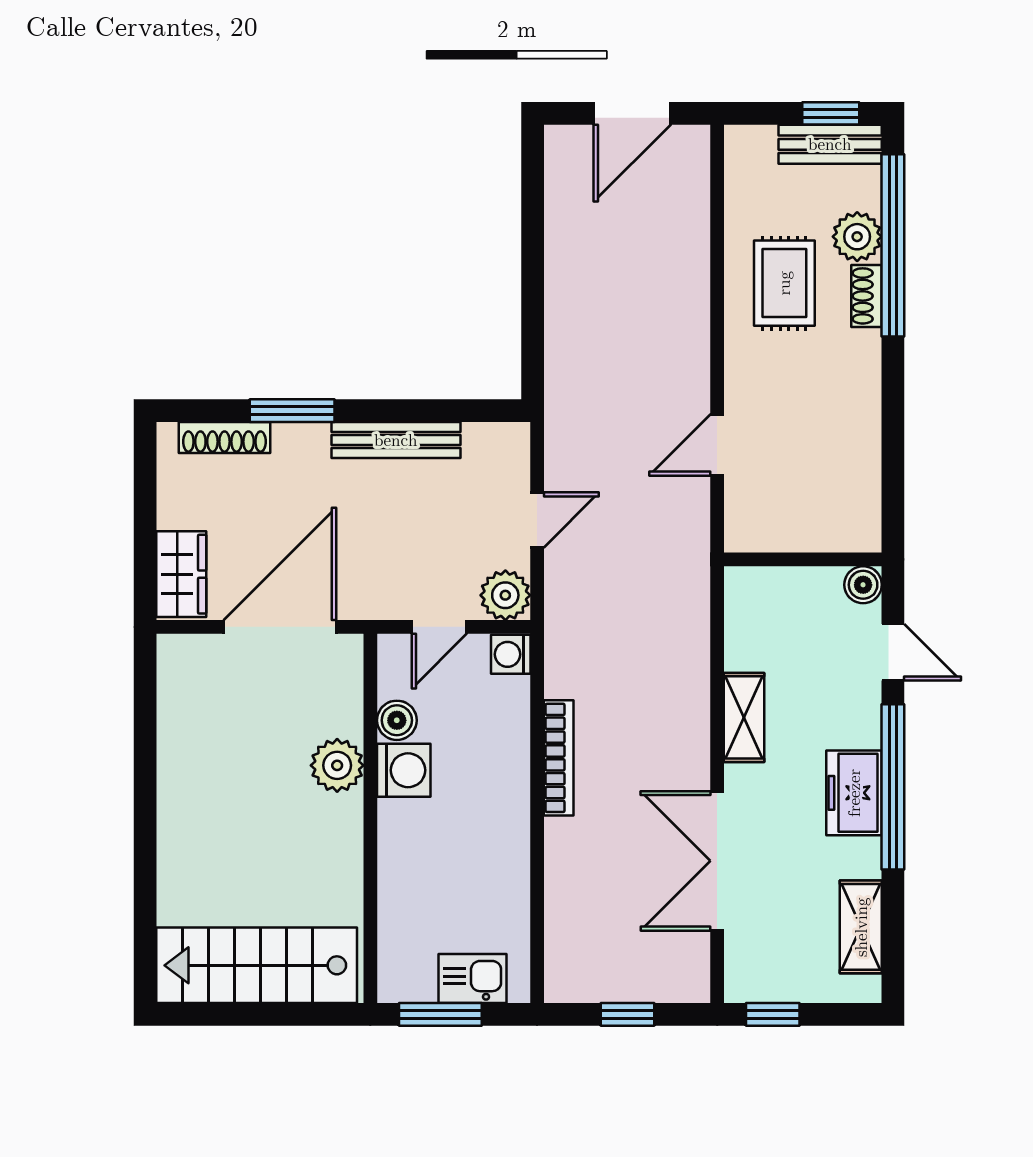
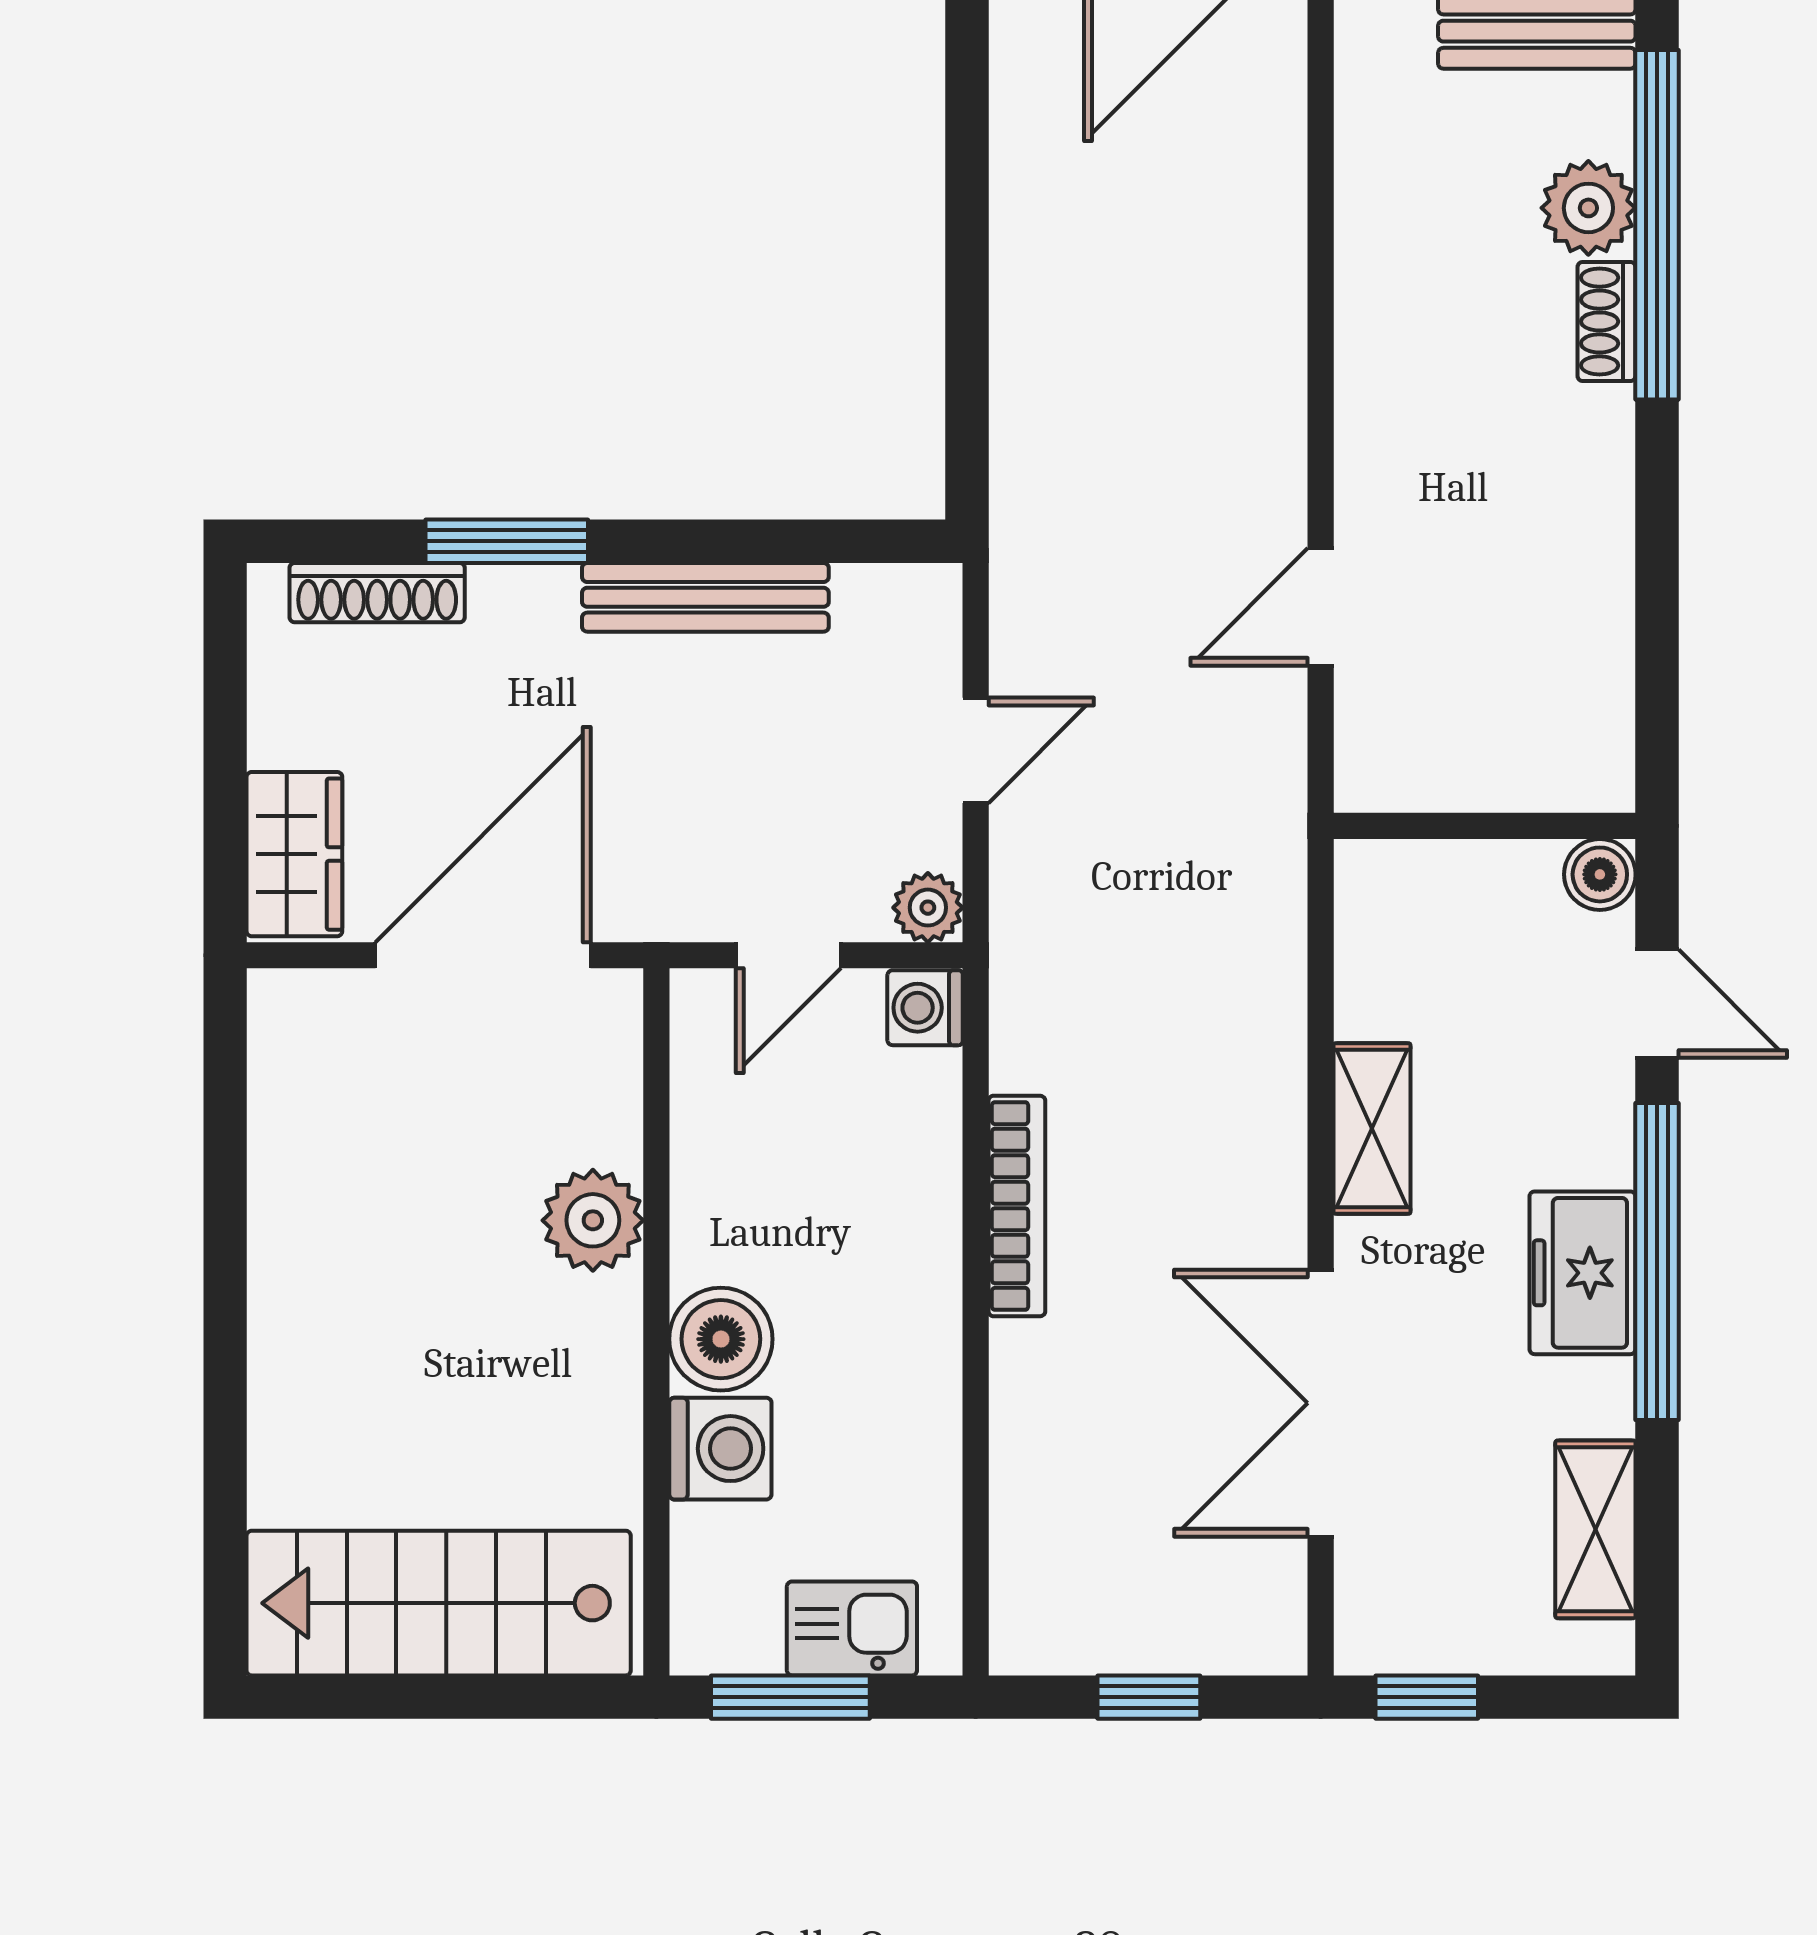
rug: (784, 283) -> (1449, 297), removed
plant: (505, 595) -> (928, 908), width x0.73, depth x0.73
boiler: (397, 720) -> (721, 1339), moved, width x1.36, depth x1.36
washing machine: (404, 770) -> (720, 1449), moved

